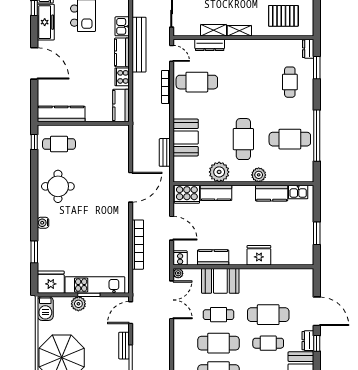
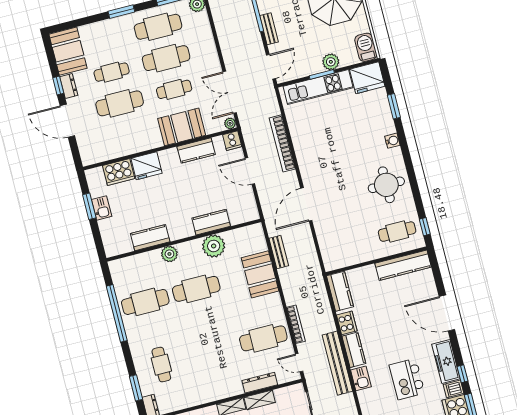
cafe table: (243, 139) -> (196, 289), turned 90
kitchen sink: (298, 192) -> (102, 208), moved, turned 90
cooker: (187, 194) -> (119, 172), moved, turned 180

